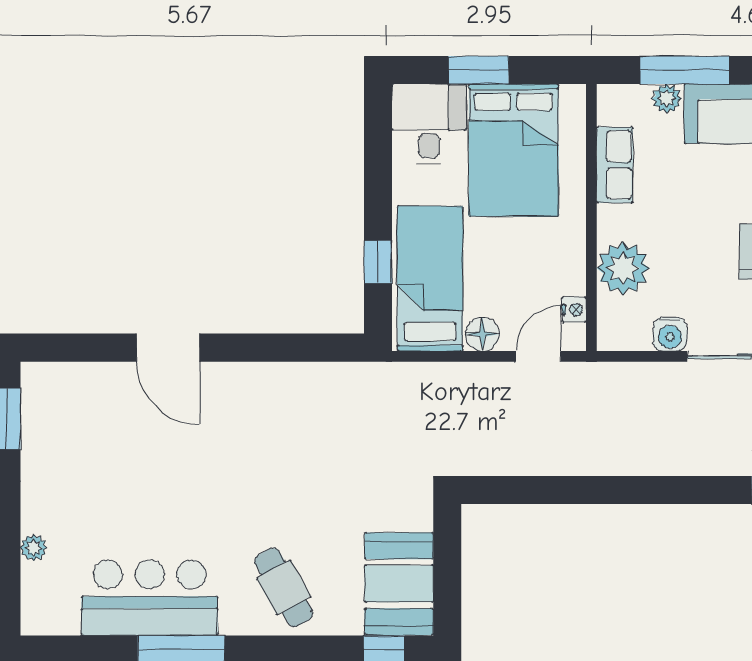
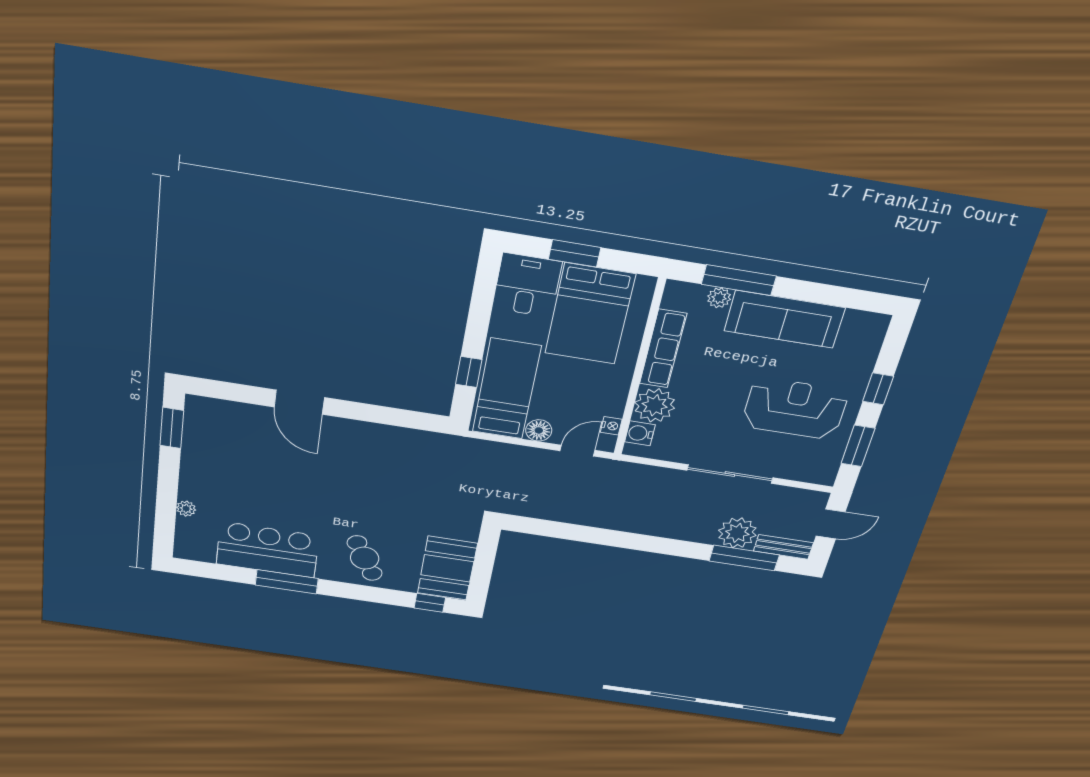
row of seats: (615, 165) -> (663, 349), width x1.48
water cooler: (670, 334) -> (640, 433), moved, turned 90

